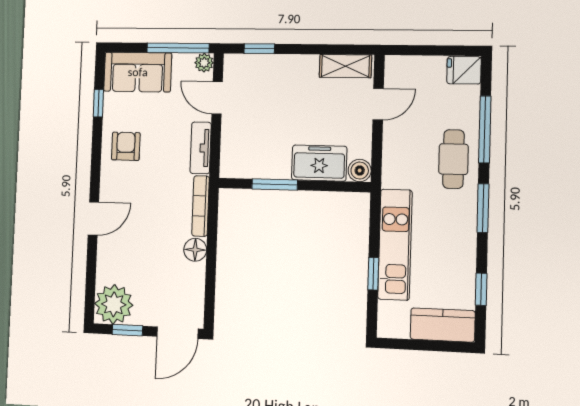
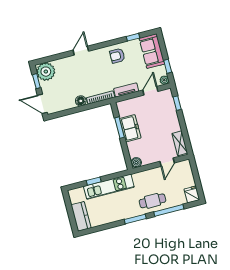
window: (178, 48) -> (168, 66), width x0.46
door: (378, 104) -> (167, 162), hinge flipped
armchair: (126, 146) -> (117, 56), turned 180
freezer: (319, 163) -> (130, 128), moved
door: (93, 219) -> (81, 51), swing flipped
window: (481, 289) -> (101, 228), removed

